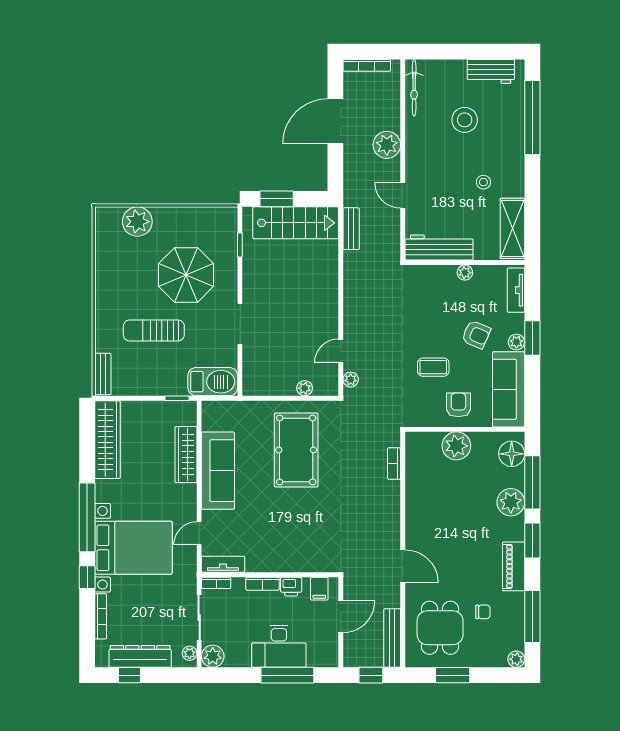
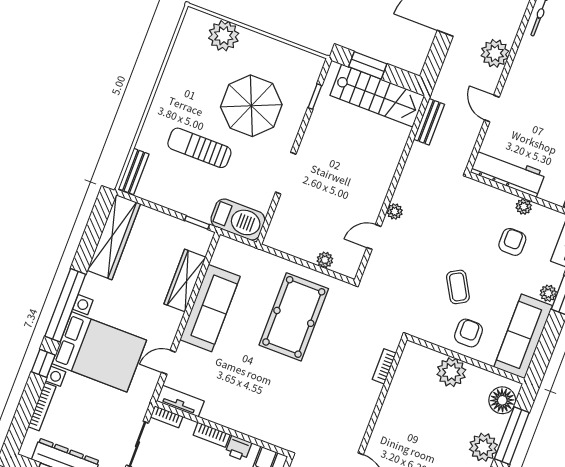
armchair: (476, 335) -> (512, 242), moved, turned -113
coffee table: (433, 367) -> (458, 287), turned 60
plant: (351, 380) -> (395, 211), moved

